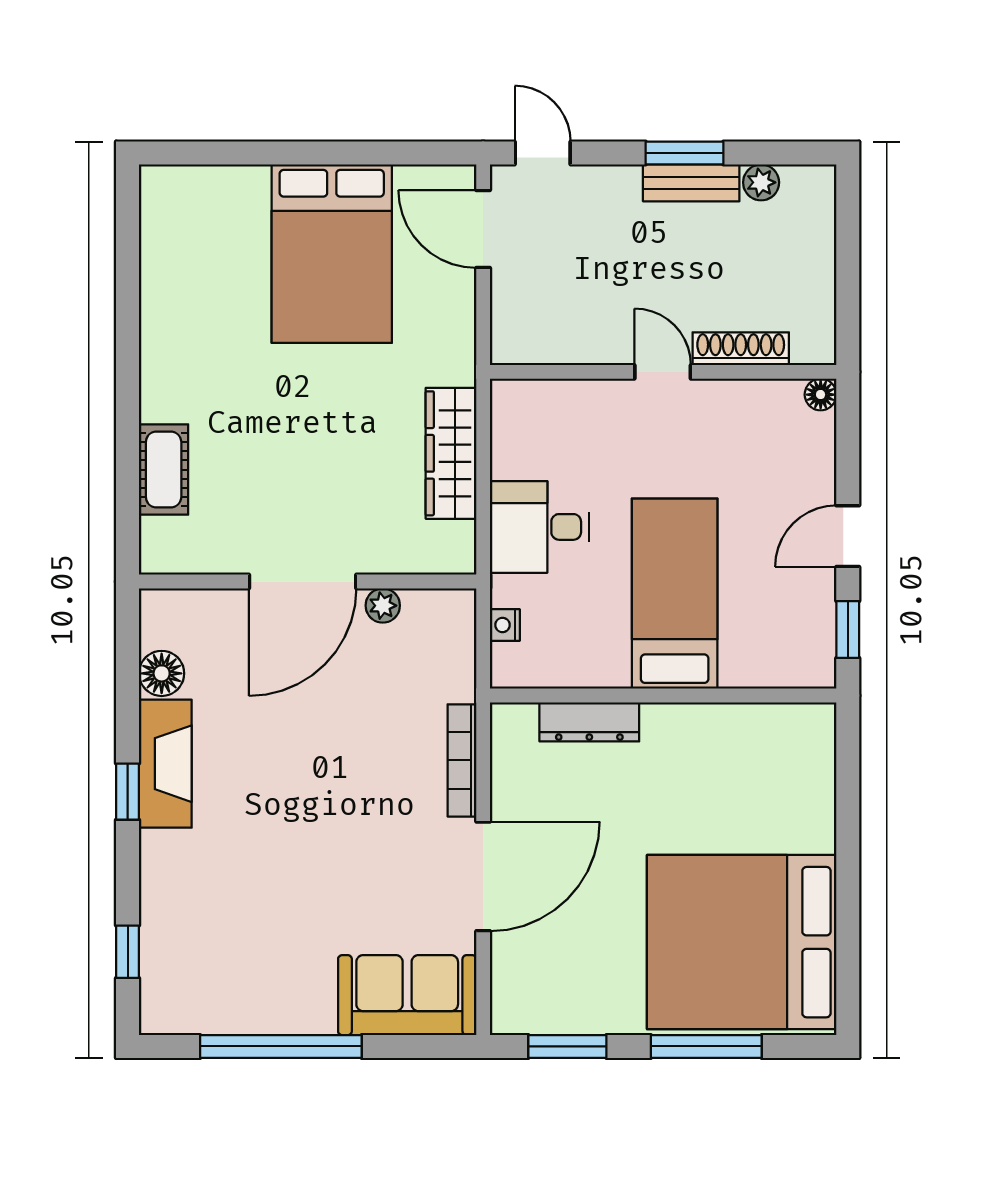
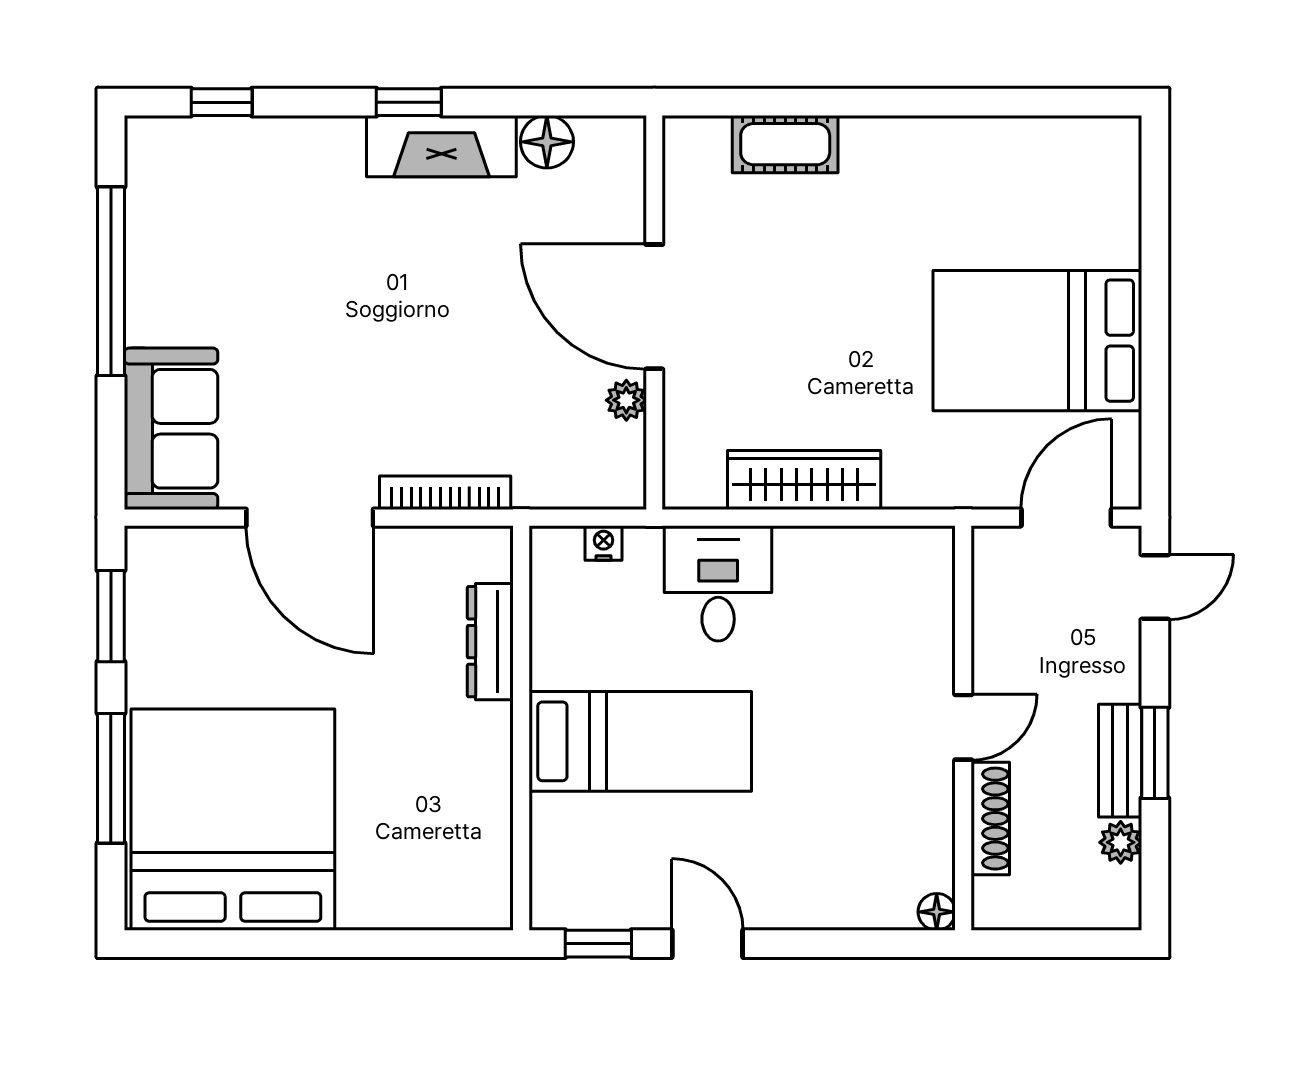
shoe rack: (741, 349) -> (990, 819), moved
door: (663, 372) -> (963, 727), moved
wall: (663, 372) -> (963, 728), moved
floor lamp: (821, 395) -> (937, 912), moved

